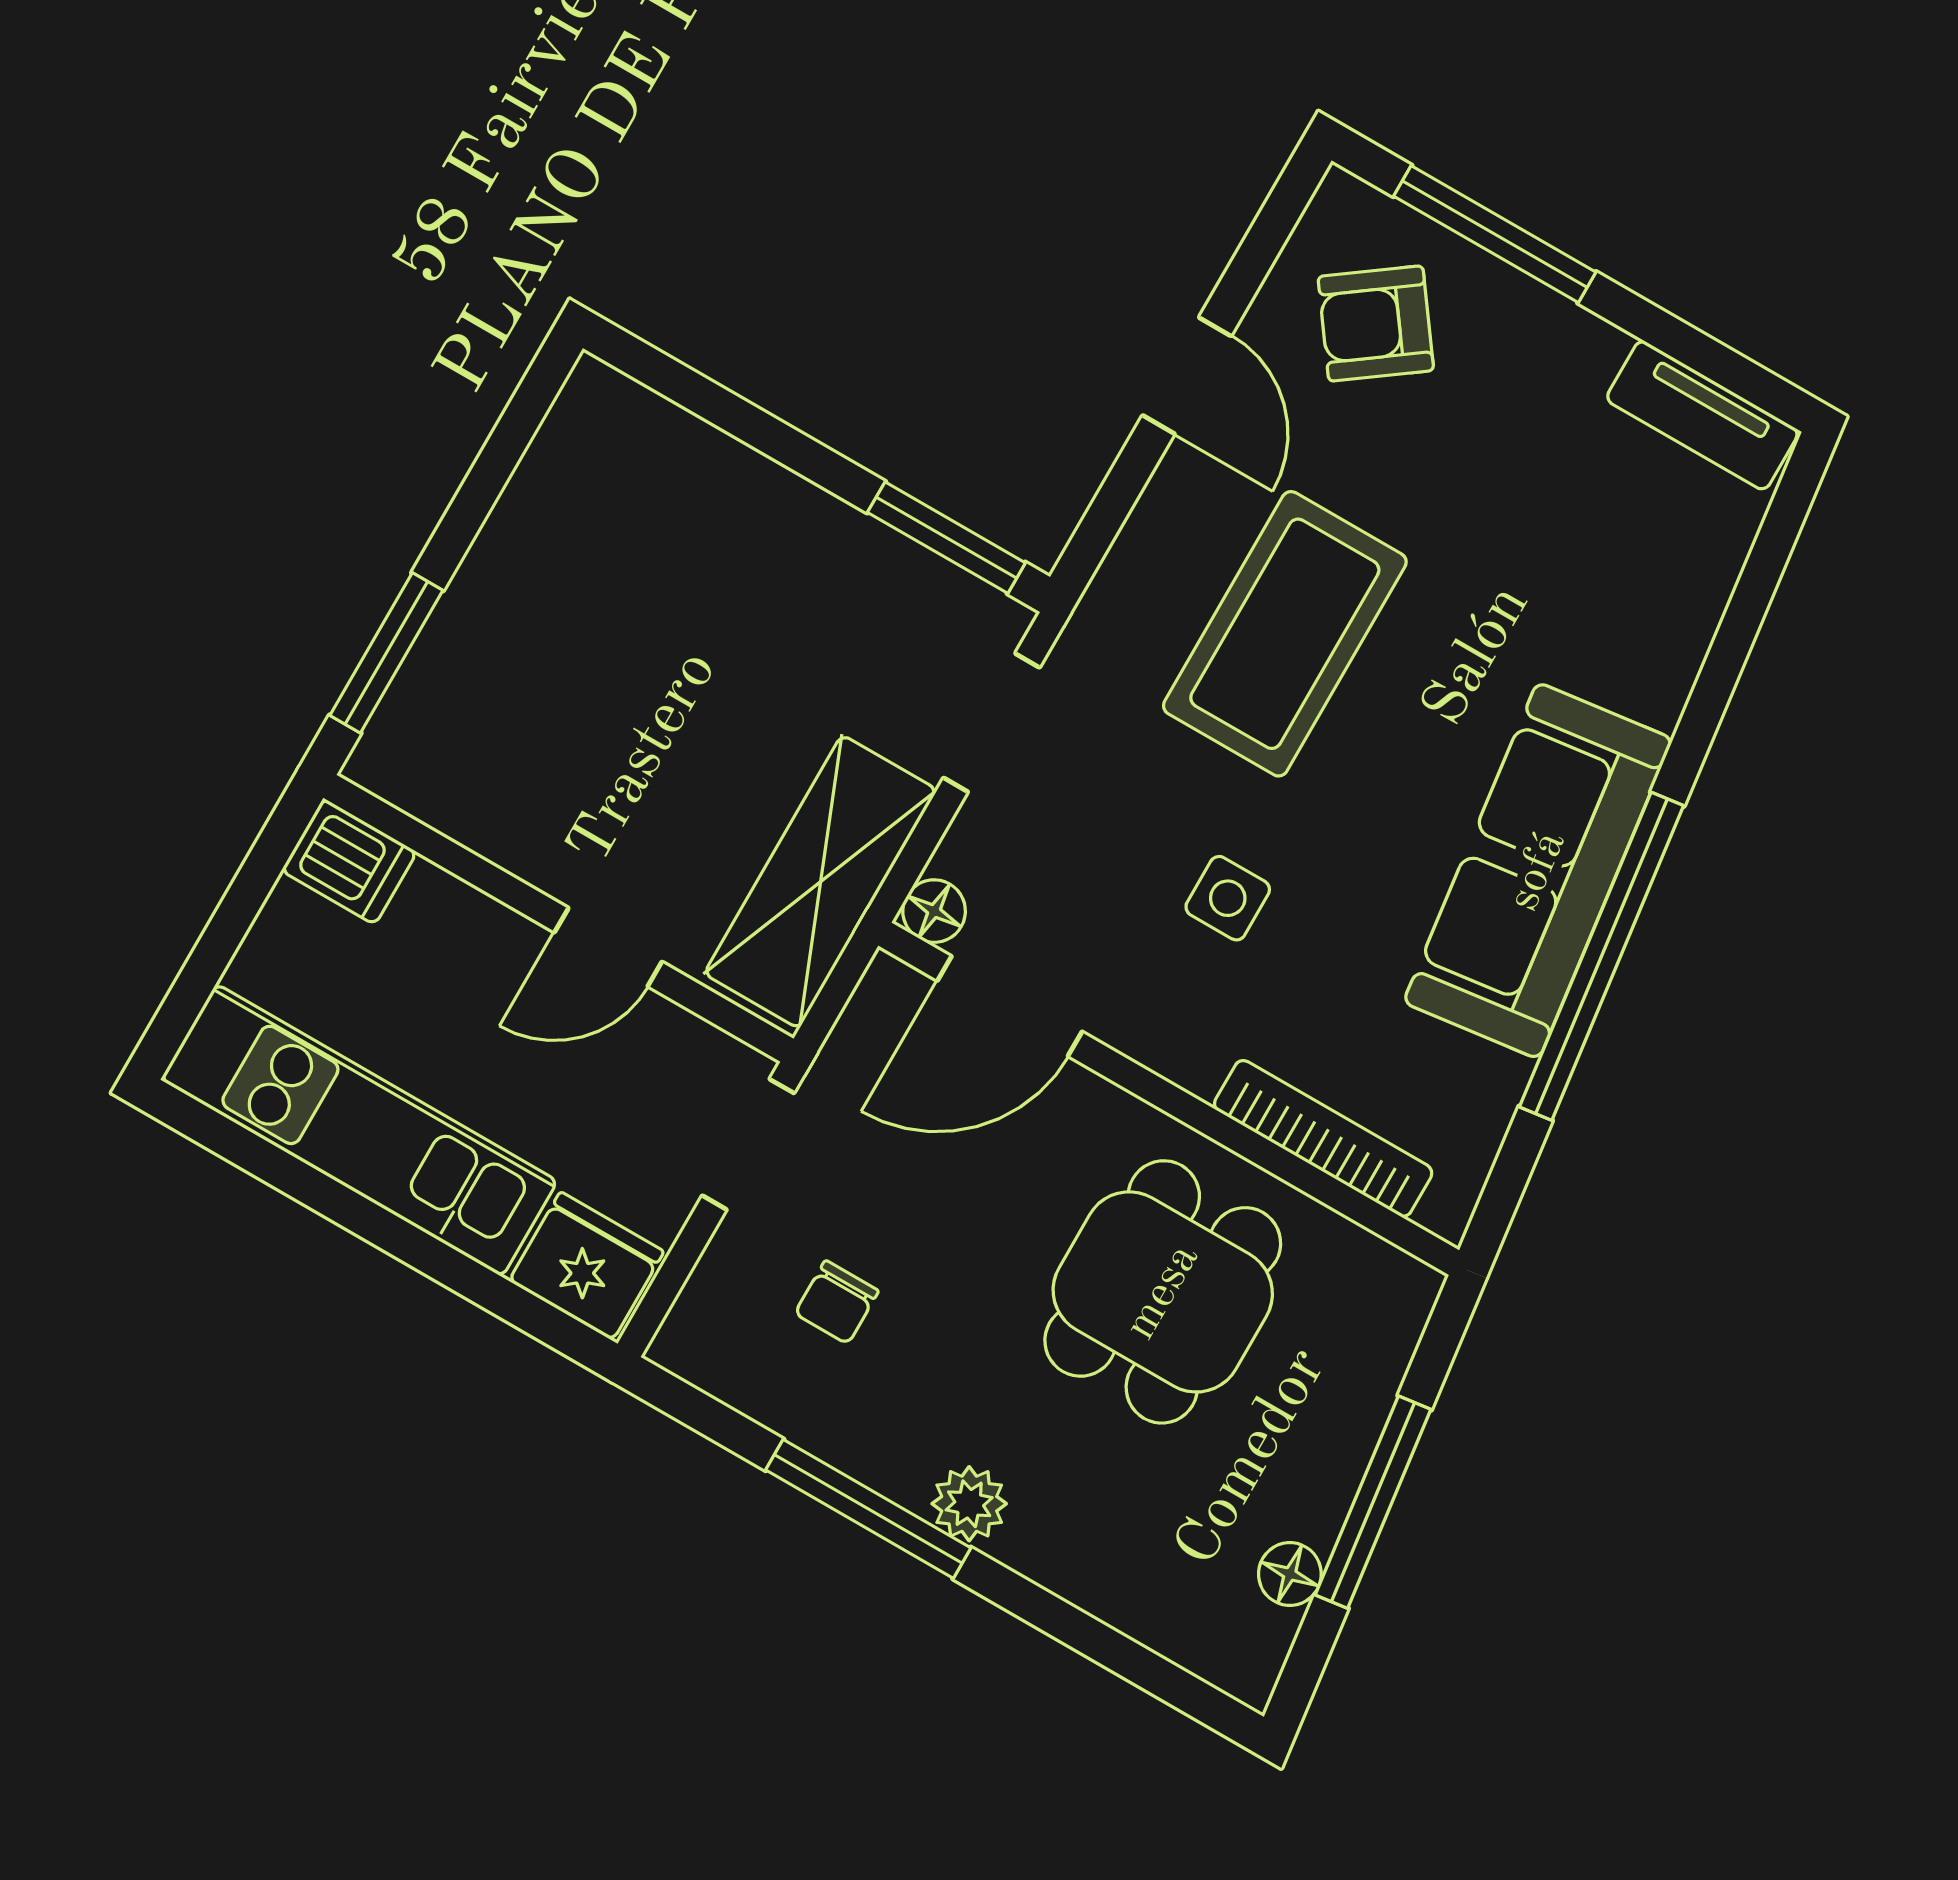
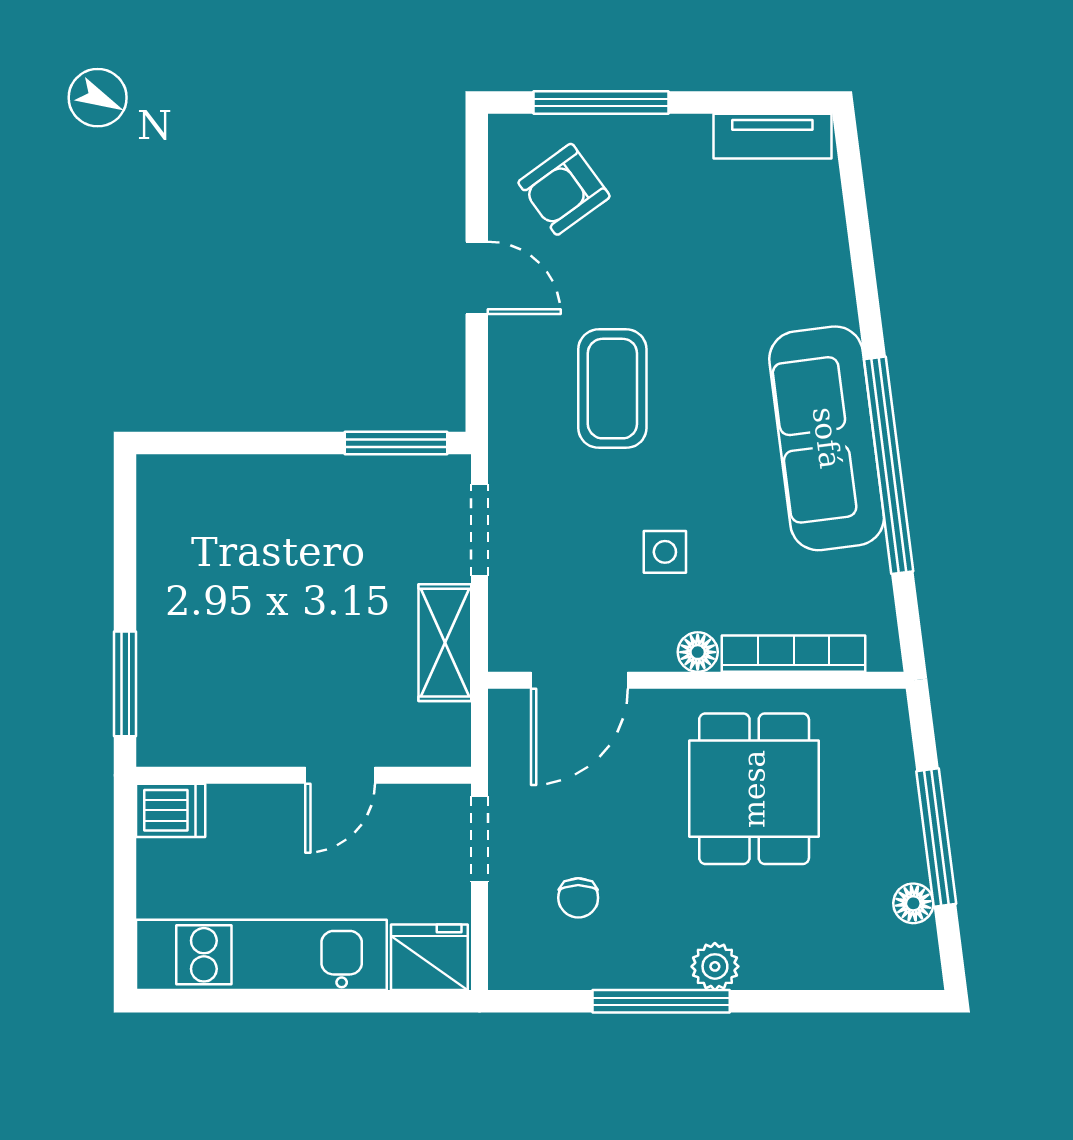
coffee table: (1285, 634) -> (612, 389), width x0.73, depth x0.76
shelving: (821, 882) -> (445, 643), width x0.67, depth x0.75
floor lamp: (934, 911) -> (698, 652), moved

